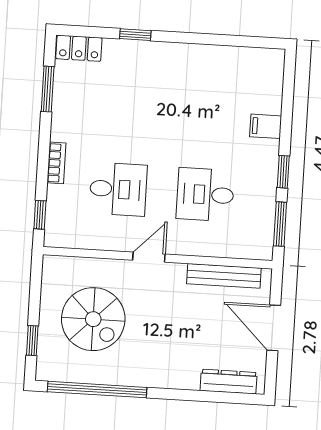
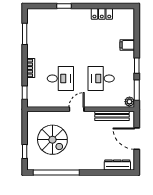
locker: (79, 48) -> (102, 14), moved
plant: (263, 248) -> (129, 102), added

